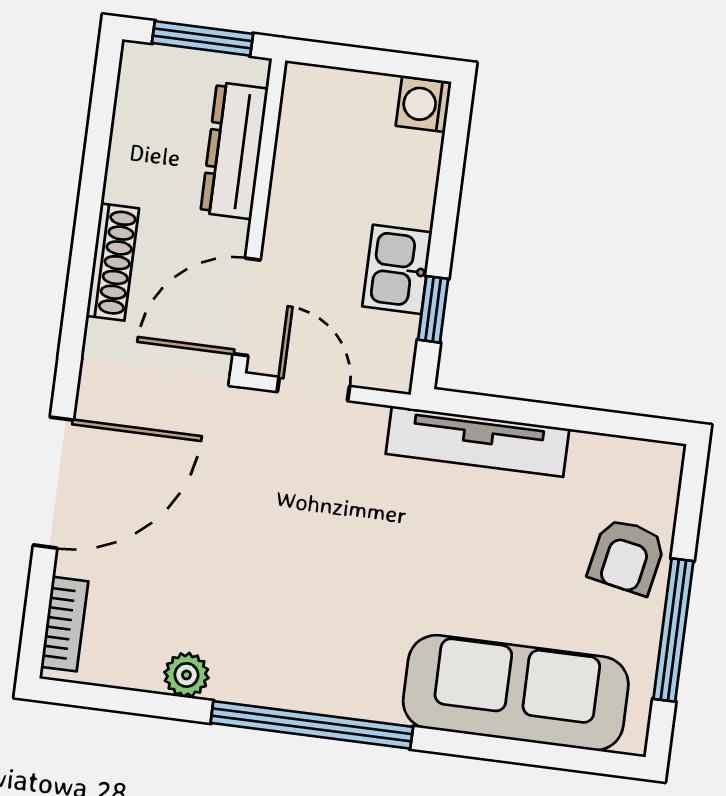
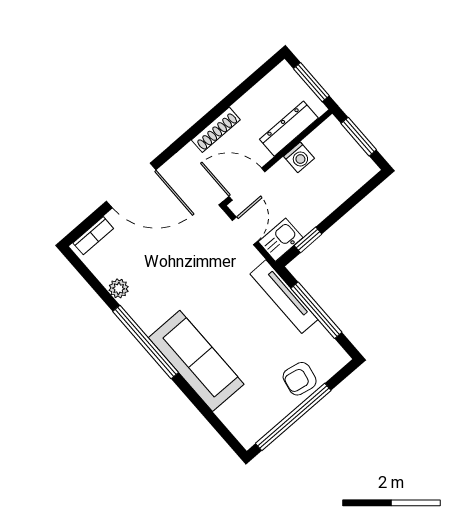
window: (364, 59) -> (359, 137), added
washing machine: (424, 104) -> (299, 157), moved, turned 180
kitchen sink: (397, 269) -> (281, 240), moved
window: (553, 416) -> (316, 310), added
window: (673, 630) -> (293, 417), width x1.46
sofa: (516, 693) -> (196, 361), moved

